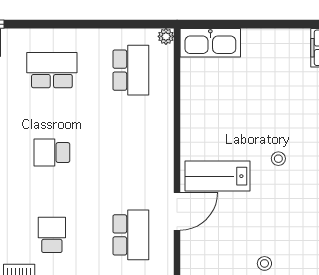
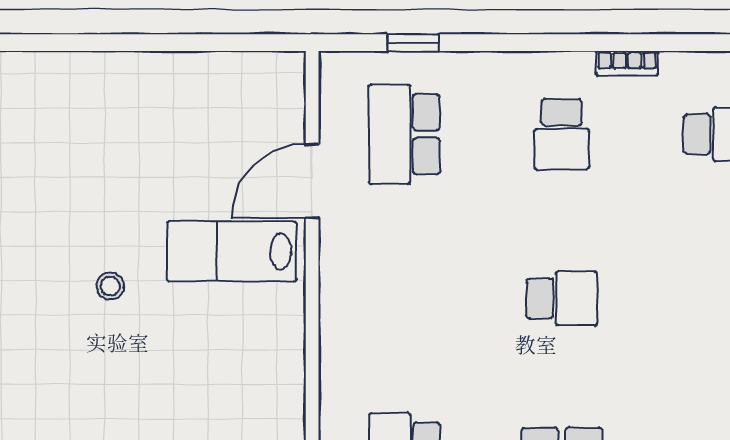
lab bench: (217, 176) -> (232, 251), turned 180
stool: (264, 263) -> (138, 77), removed

